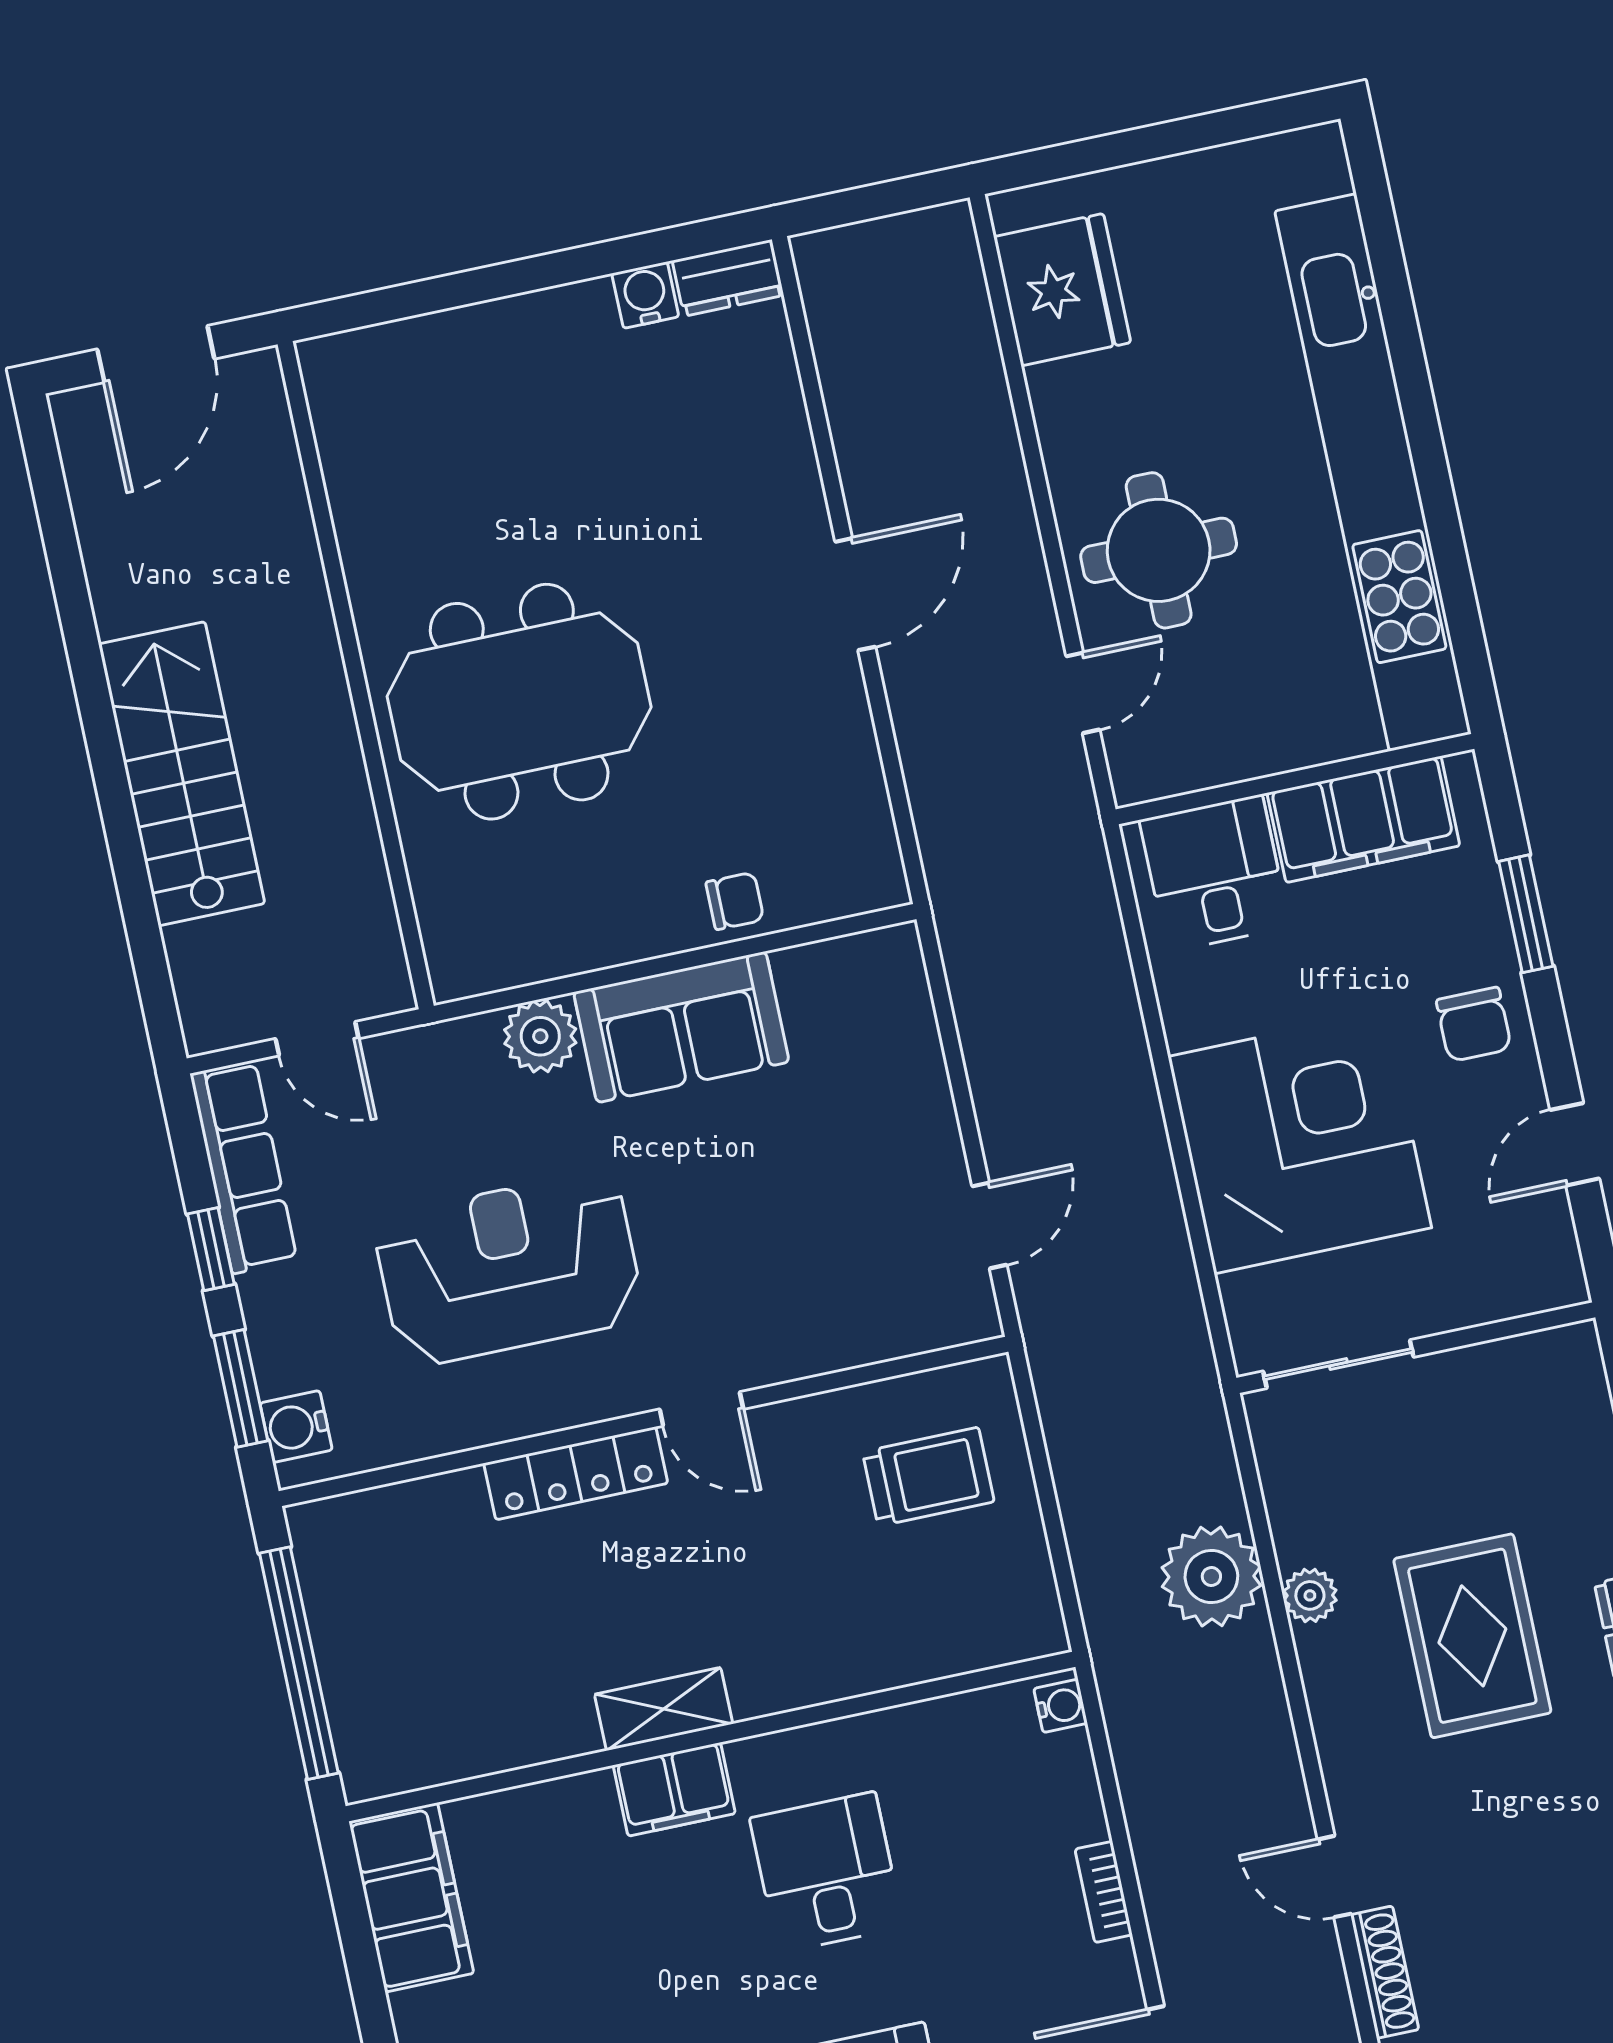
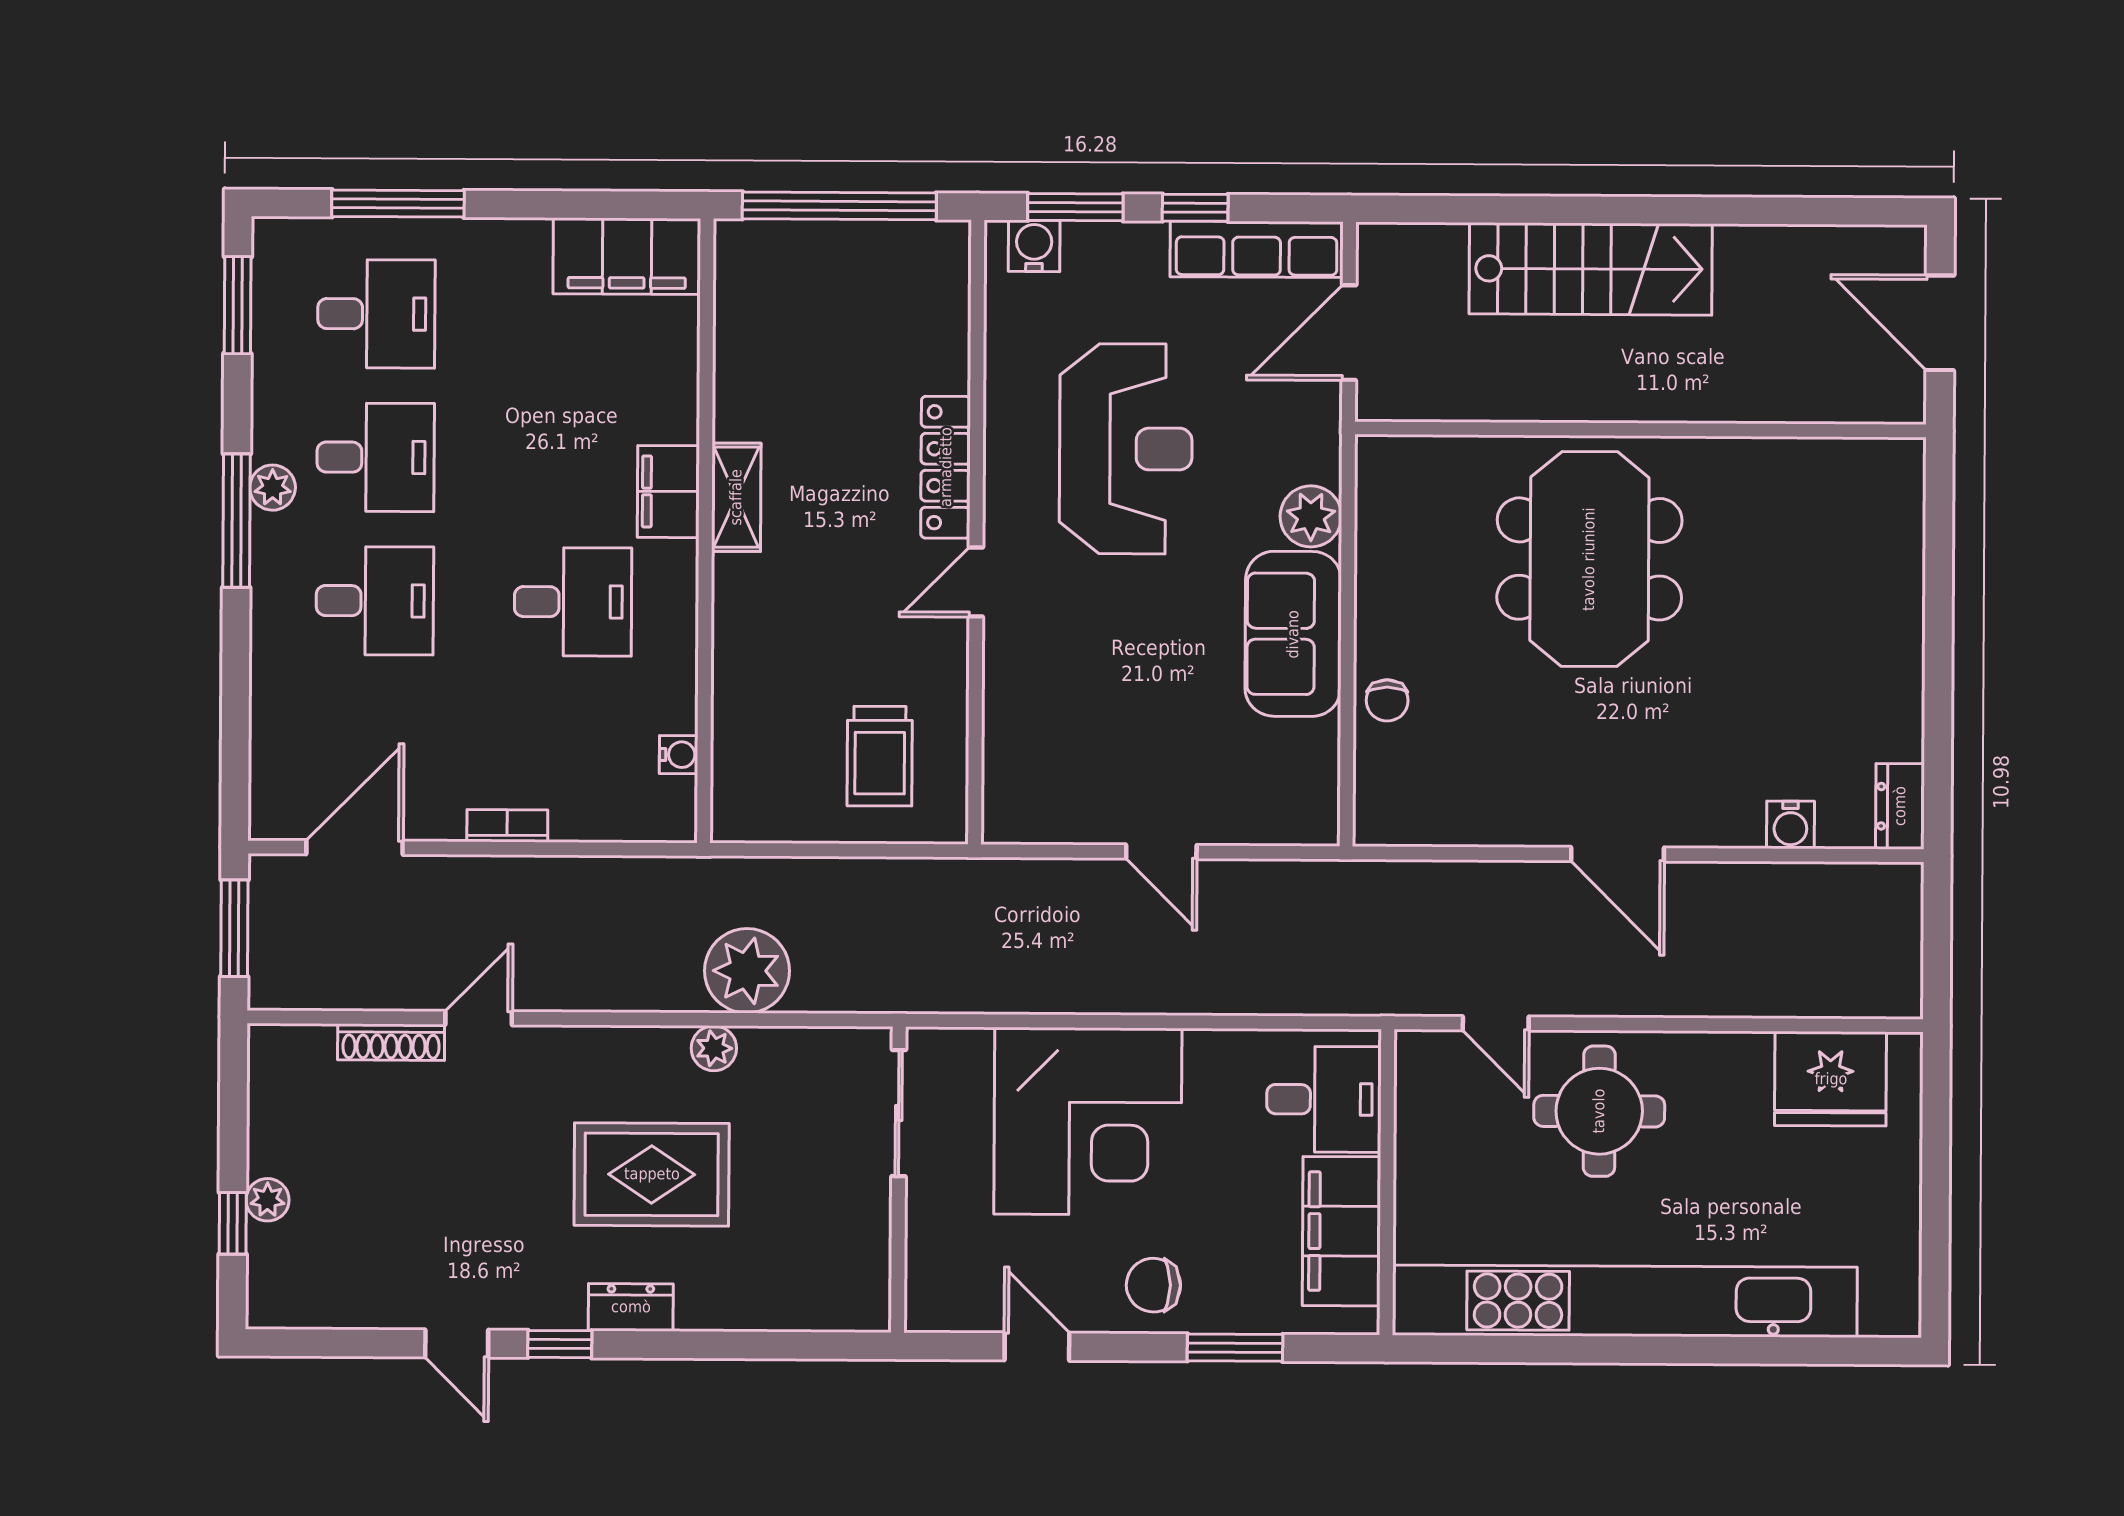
water cooler: (645, 295) -> (1790, 825), moved, turned 90
door: (317, 1039) -> (1349, 333), width x1.38
door: (989, 1226) -> (1161, 852), moved
water cooler: (1061, 1706) -> (679, 755), moved, turned -90

